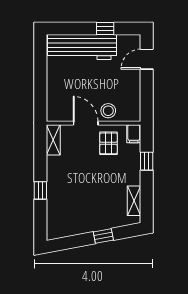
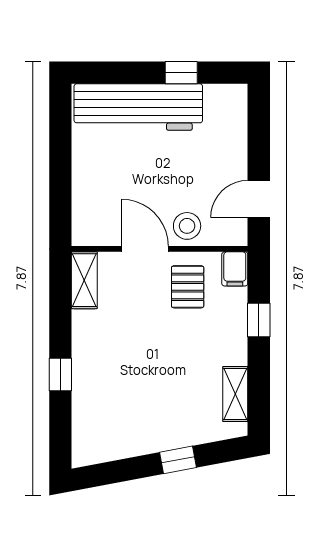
door: (147, 59) -> (259, 199), moved

